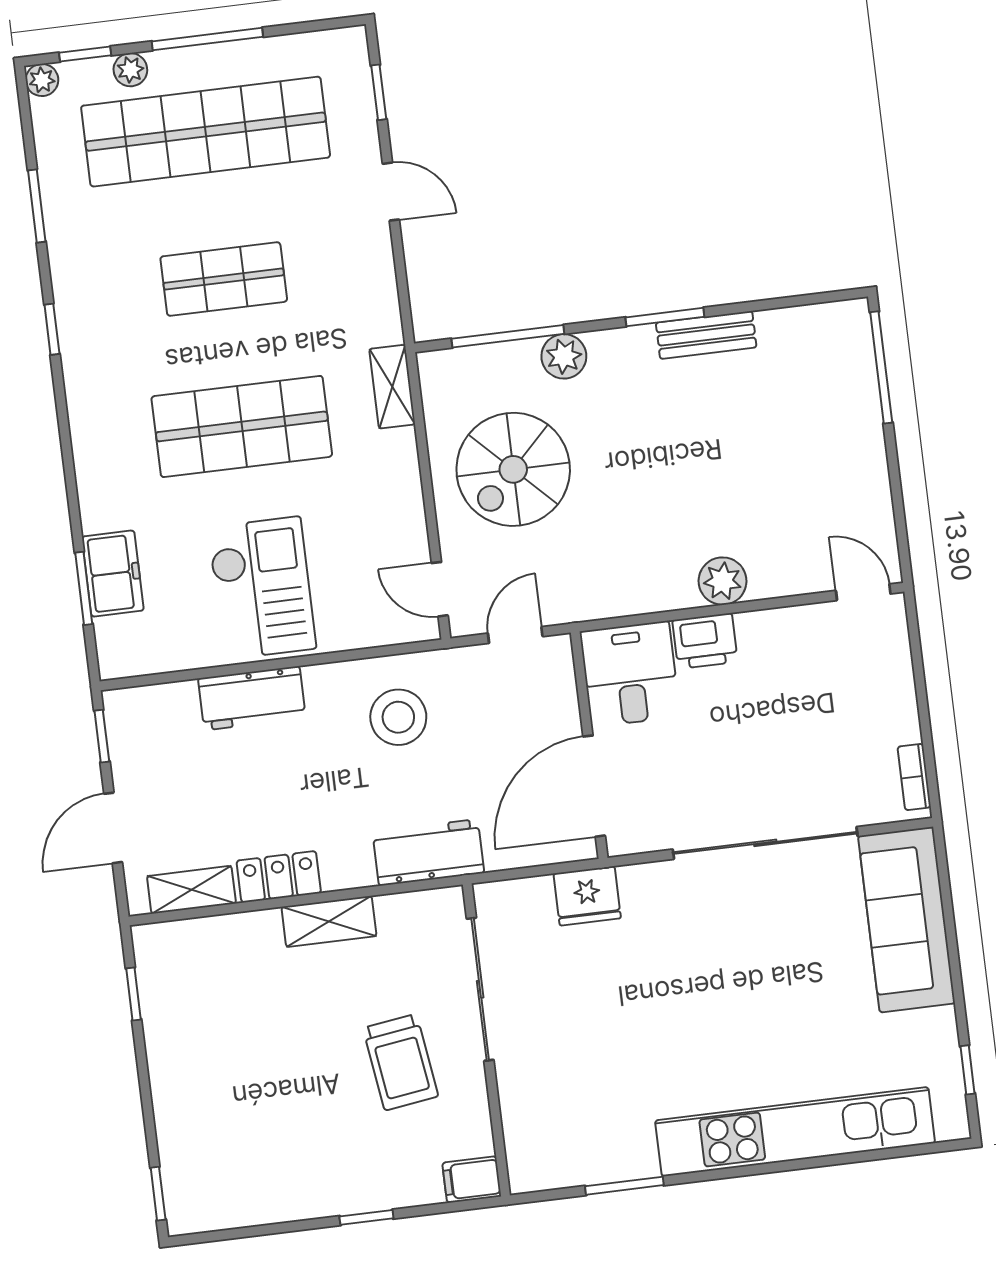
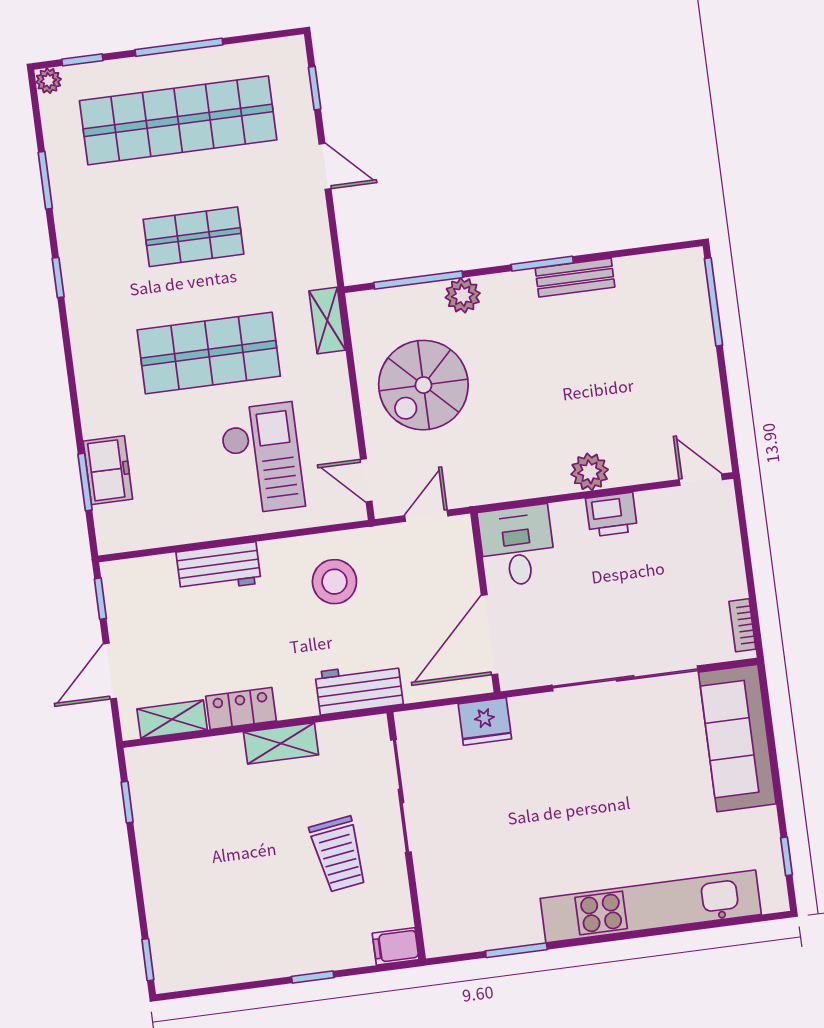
plant: (130, 70) -> (118, 72), removed
checkout: (262, 588) -> (262, 459), moved
printer: (705, 641) -> (612, 515), moved

